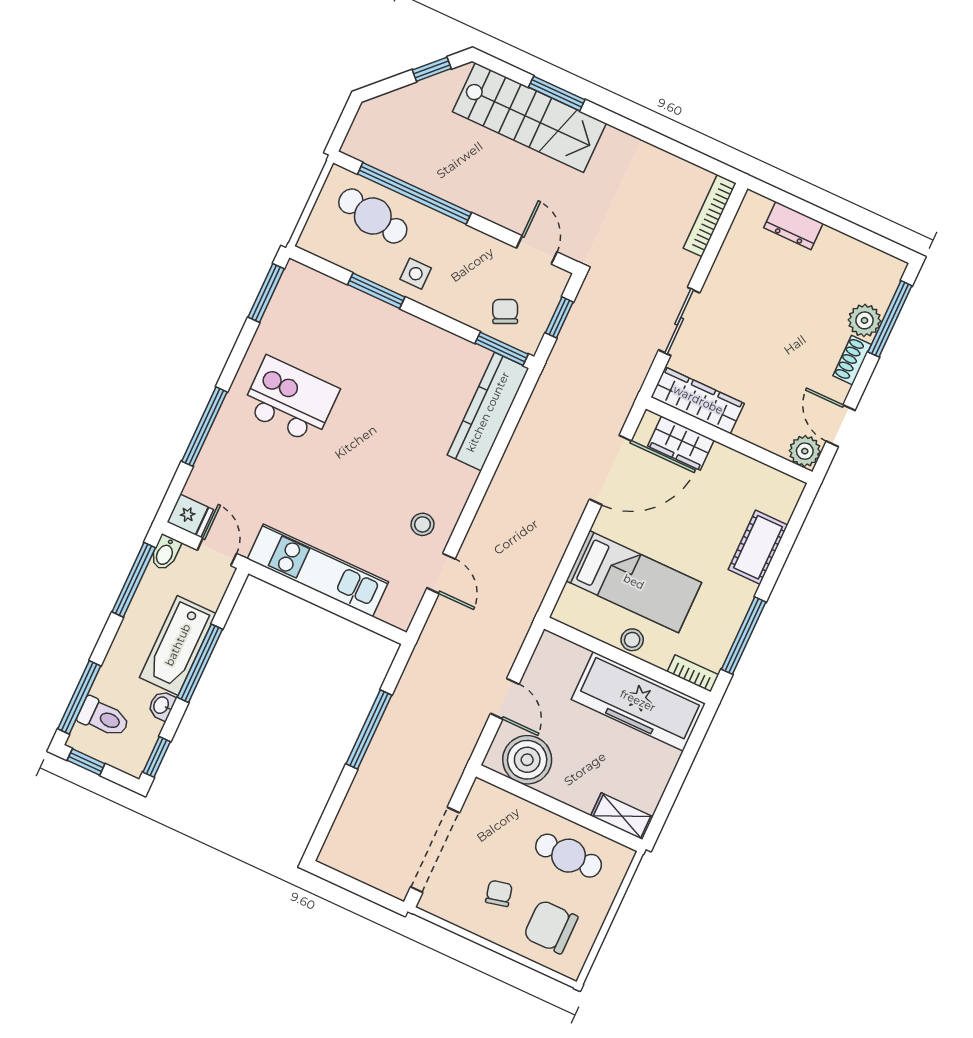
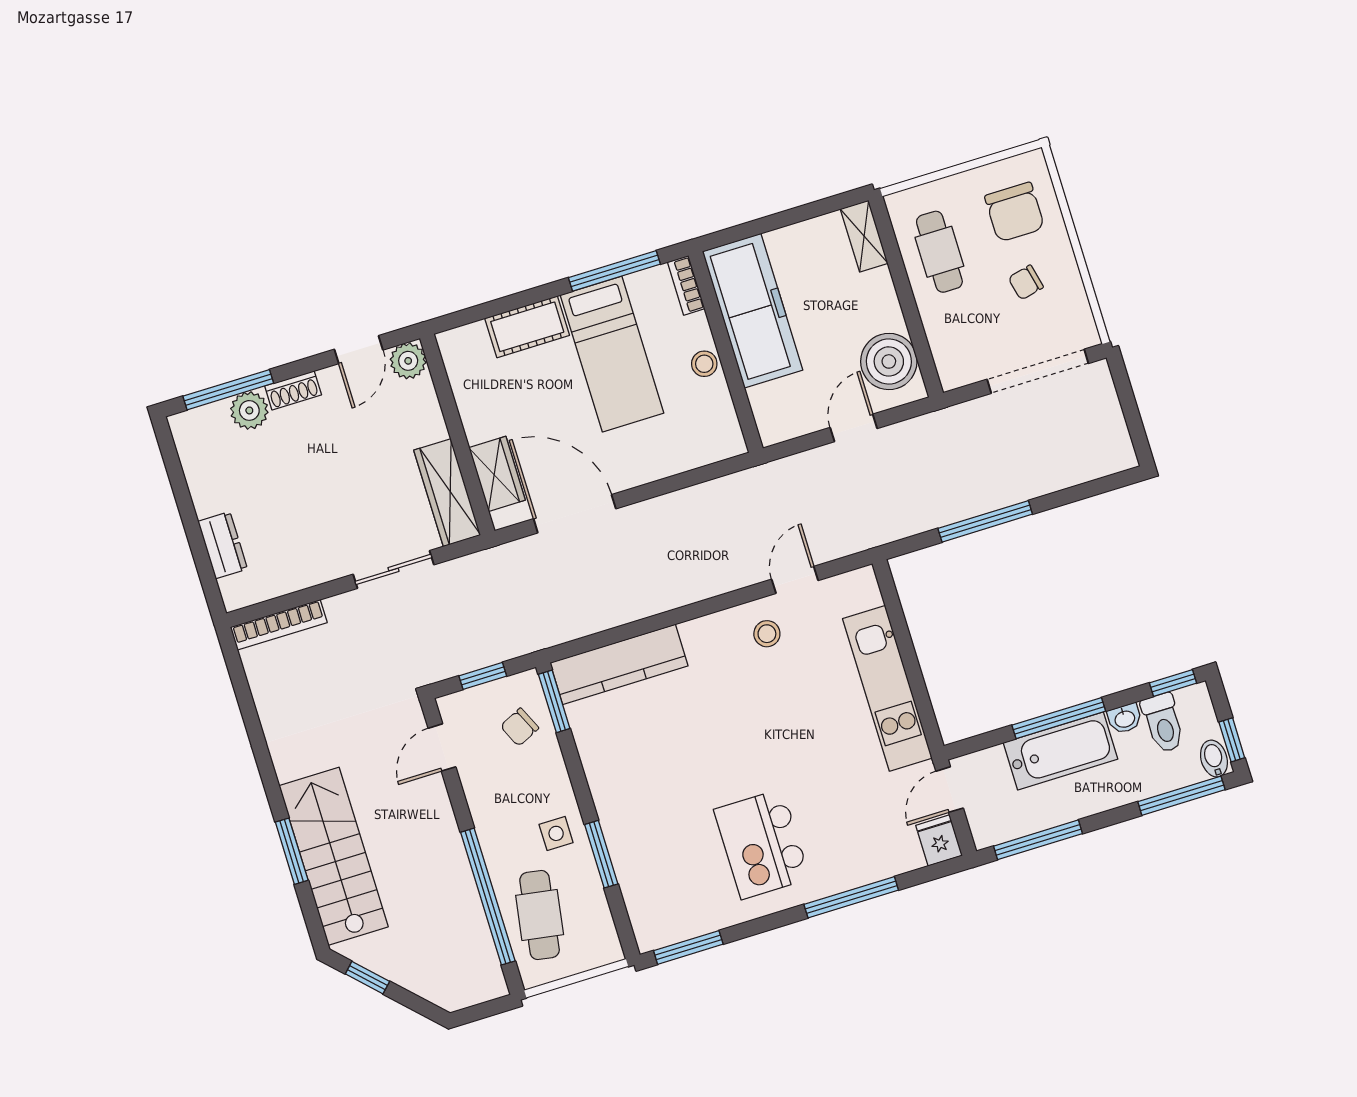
bidet: (165, 553) -> (1214, 759), moved, turned -90
bed: (634, 582) -> (612, 354), moved, turned 180
toilet: (104, 717) -> (1163, 723), moved, turned 180

